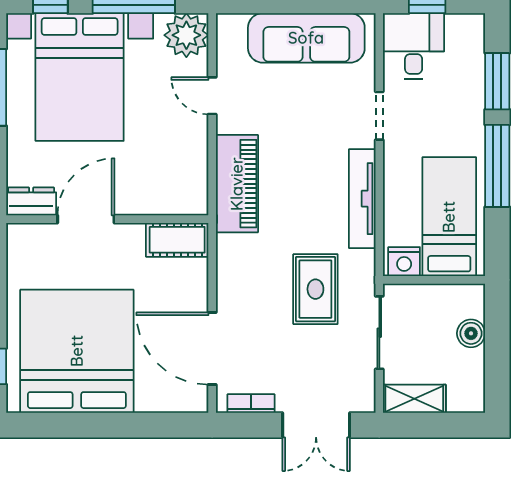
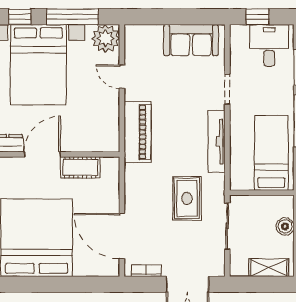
sofa: (306, 38) -> (191, 40), width x0.73
desk: (414, 46) -> (269, 45), moved
cot: (177, 240) -> (80, 167), moved
nightstand: (404, 262) -> (243, 181), removed
shelving: (414, 399) -> (269, 268), moved

